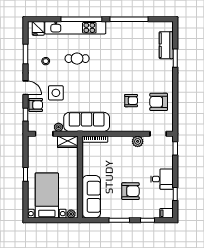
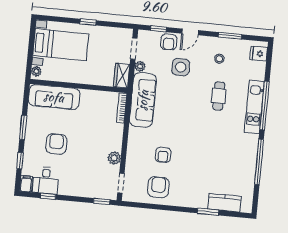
kitchen unit: (75, 28) -> (254, 107), width x0.73
desk: (162, 179) -> (46, 180), moved
armchair: (130, 191) -> (56, 144), turned 180

